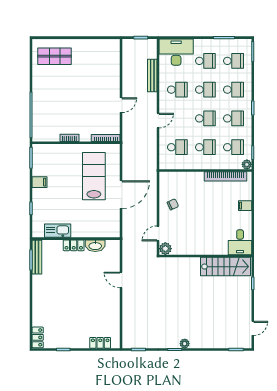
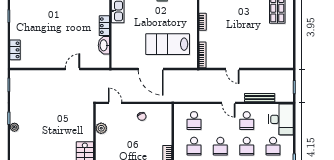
door: (158, 121) -> (228, 103), moved
lab bench: (94, 176) -> (168, 44), turned 180
plant: (165, 249) -> (101, 128), moved

